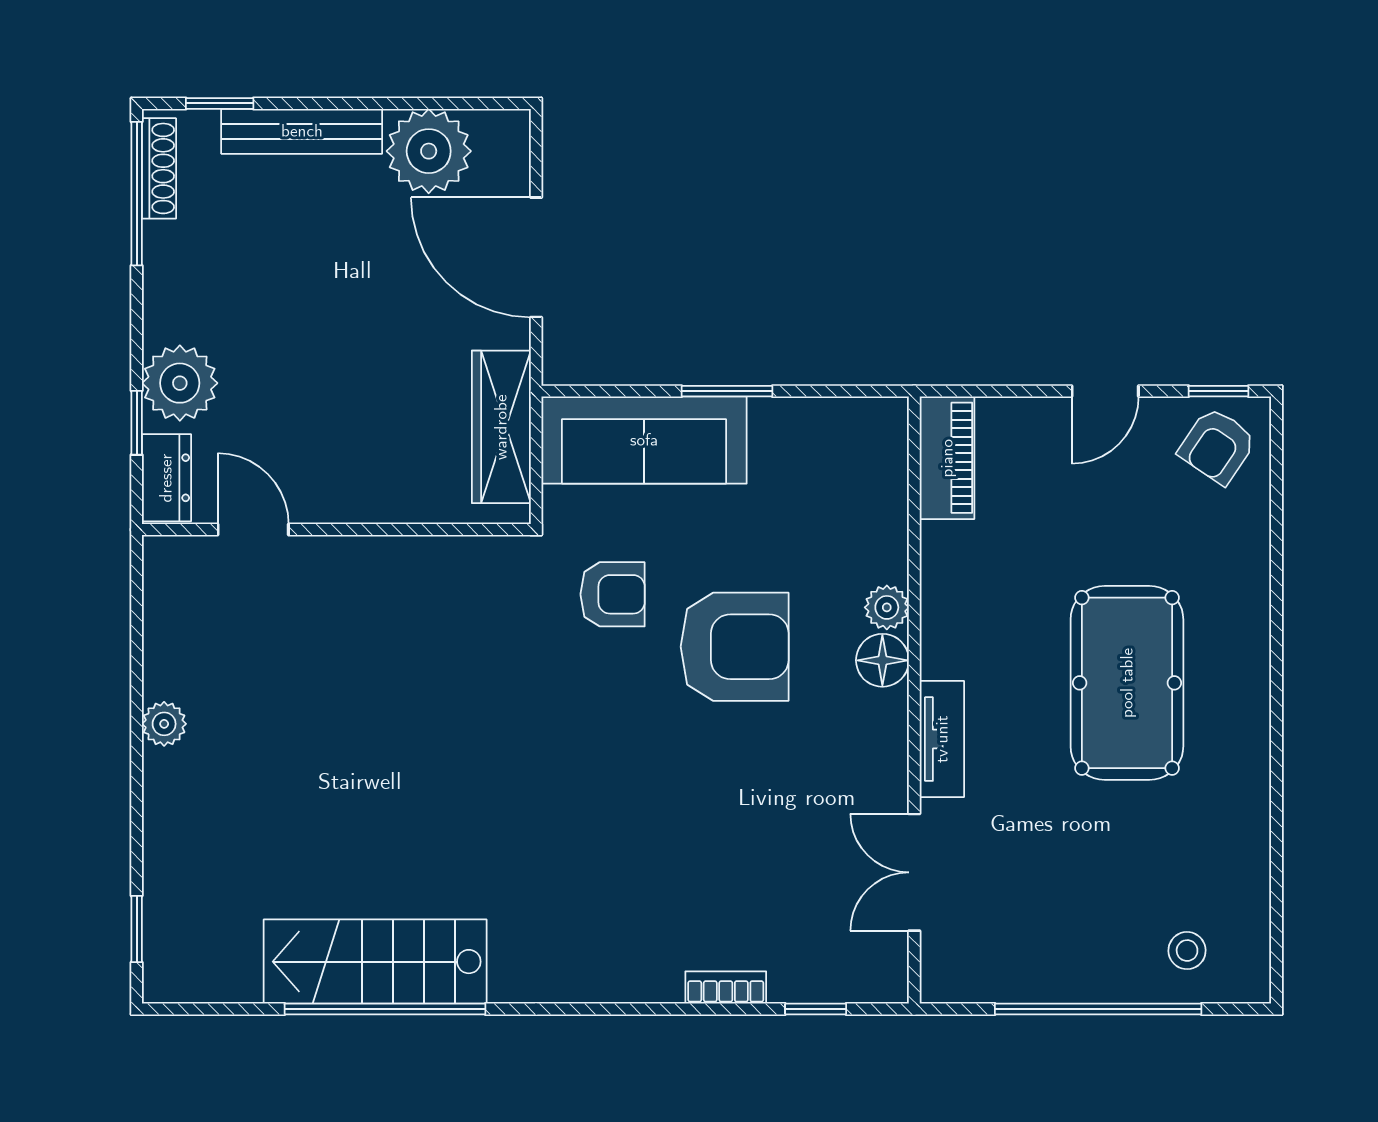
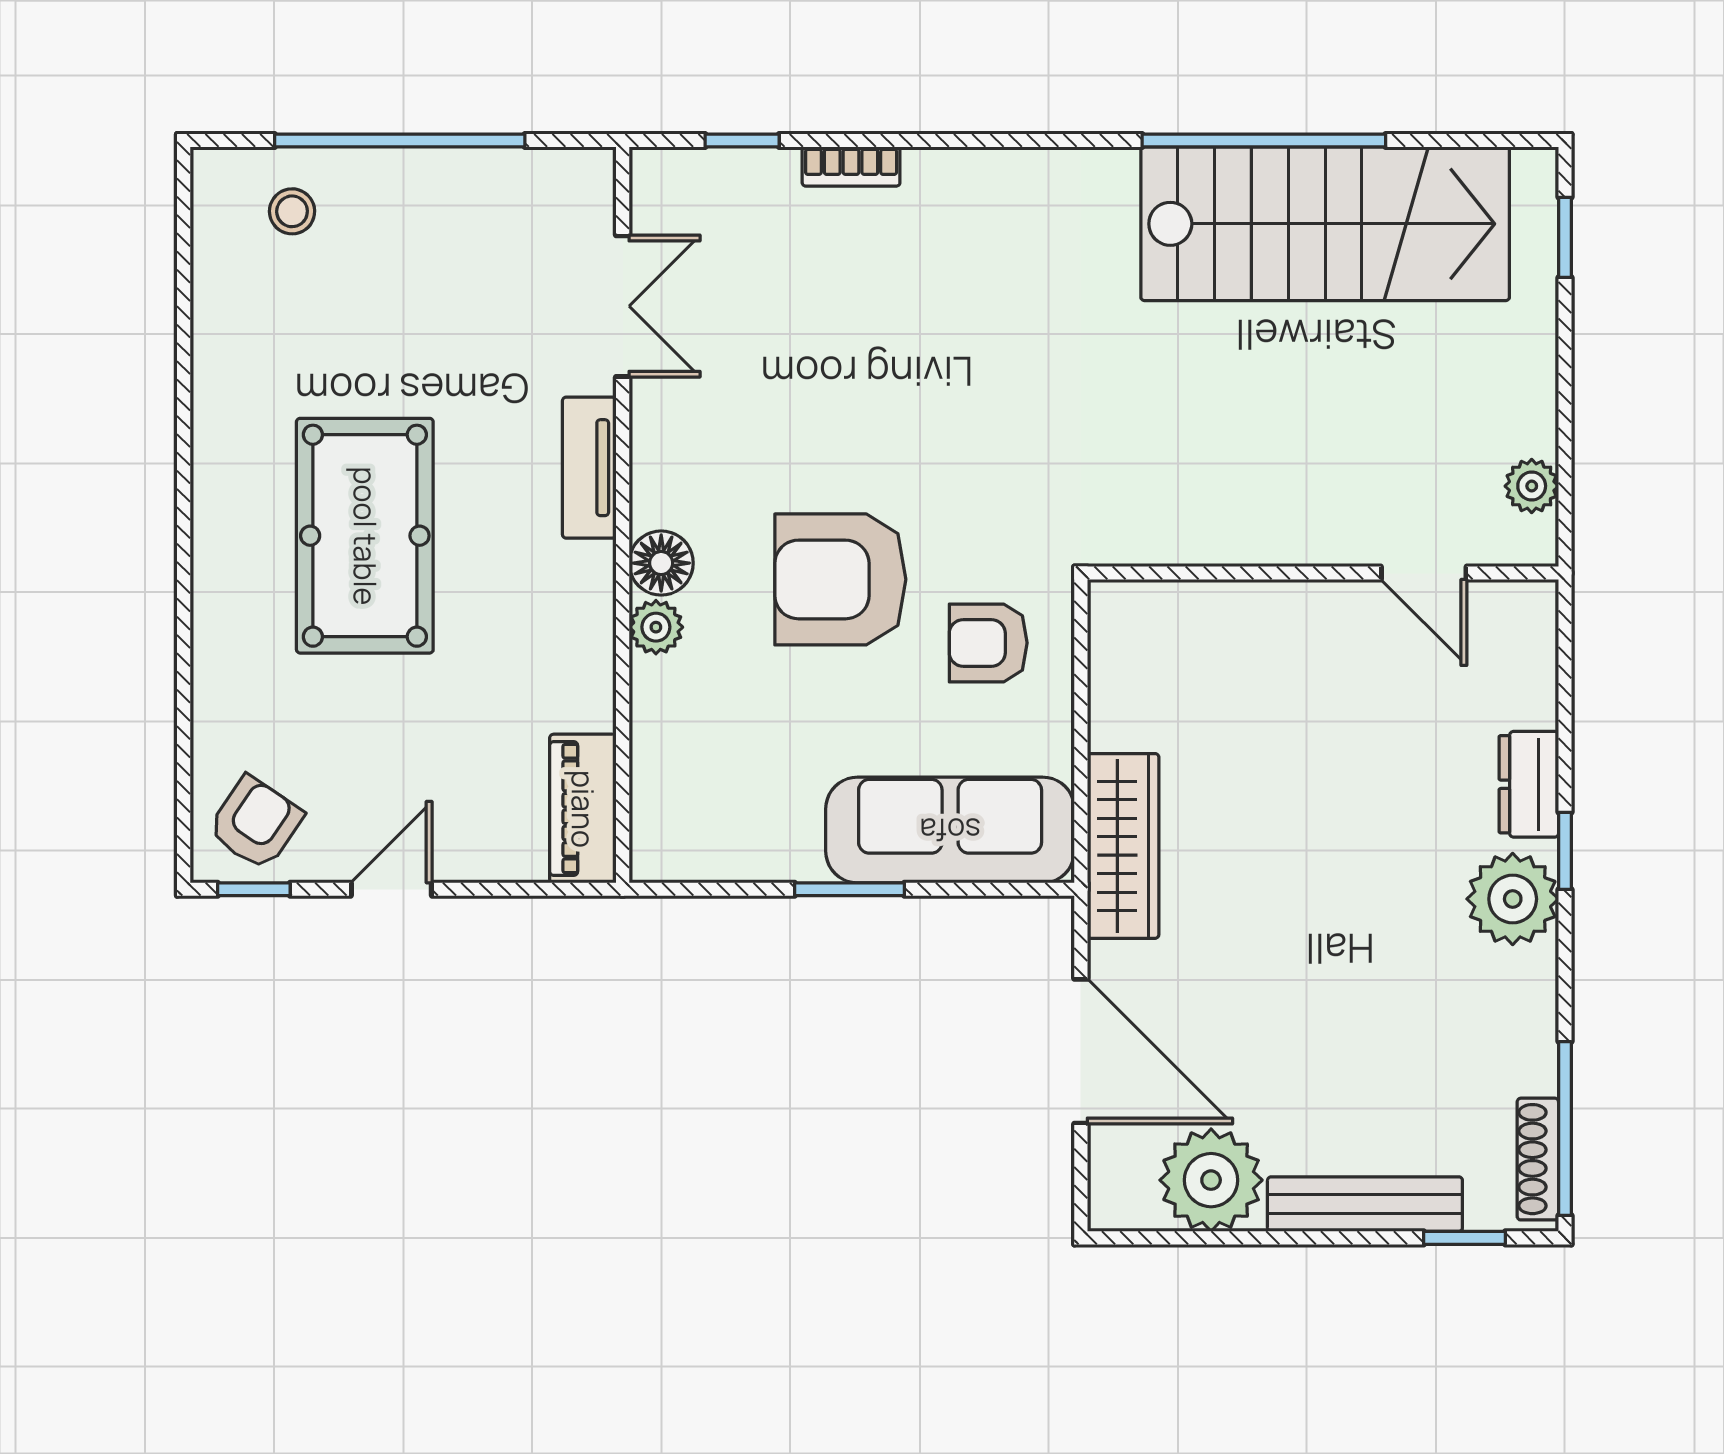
door: (253, 530) -> (1424, 573), moved
wall: (336, 530) -> (1323, 573), moved
stairs: (375, 962) -> (1325, 224), width x1.36, depth x1.51

